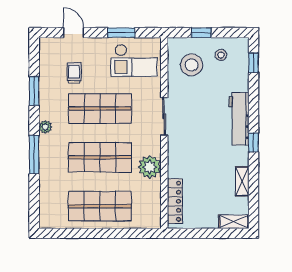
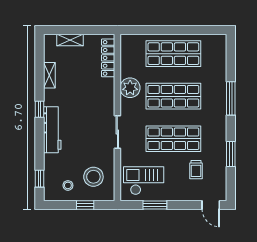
door: (74, 33) -> (211, 205), moved
plant: (45, 127) -> (221, 123), removed
shelving: (234, 222) -> (70, 40), moved

